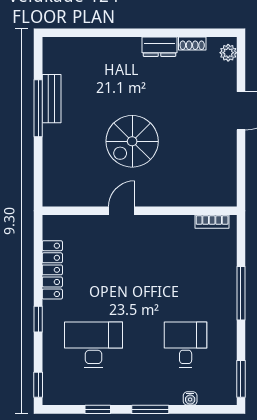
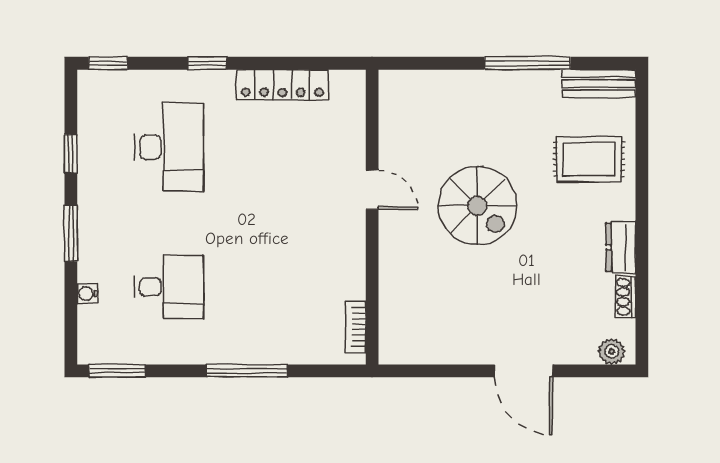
rug: (101, 68) -> (589, 159), added
bench: (52, 99) -> (599, 84), moved
spiral stairs: (132, 141) -> (477, 206), turned 180

